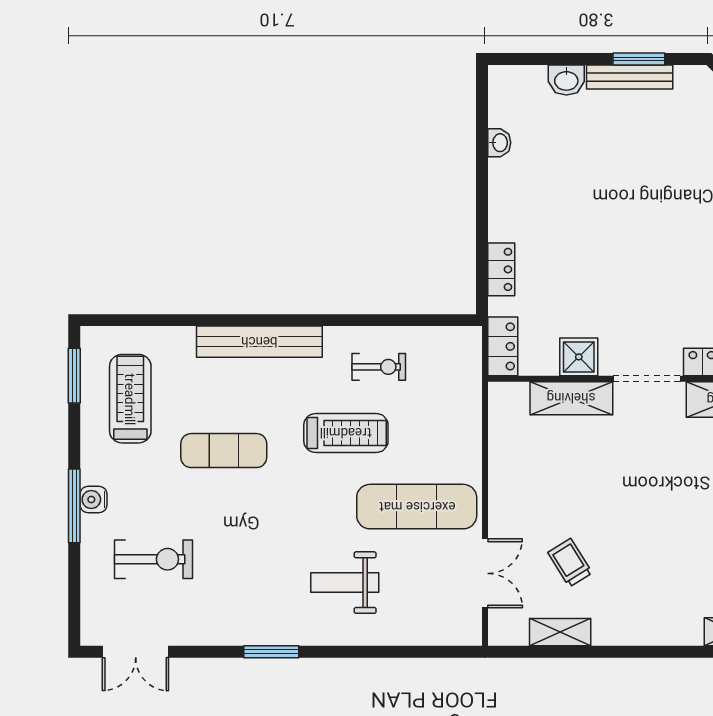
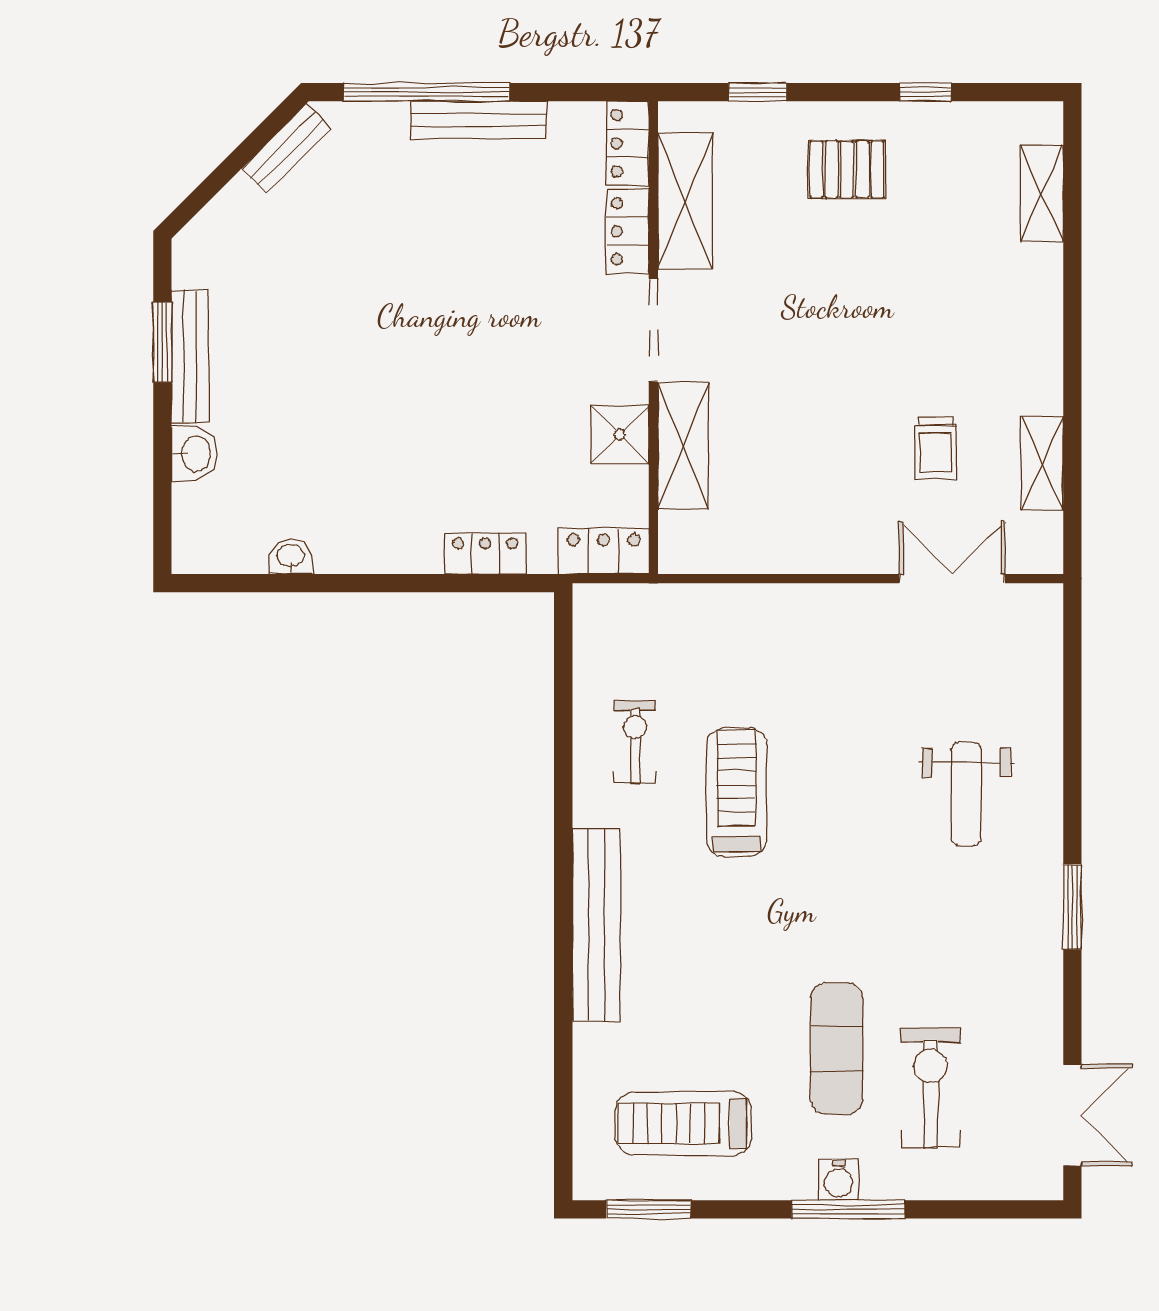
exercise mat: (224, 451) -> (837, 1048), moved
exercise mat: (417, 507) -> (849, 684), removed
trolley: (570, 563) -> (936, 448), turned -58

